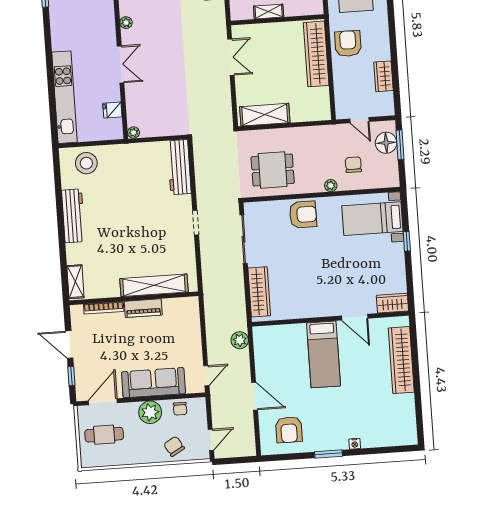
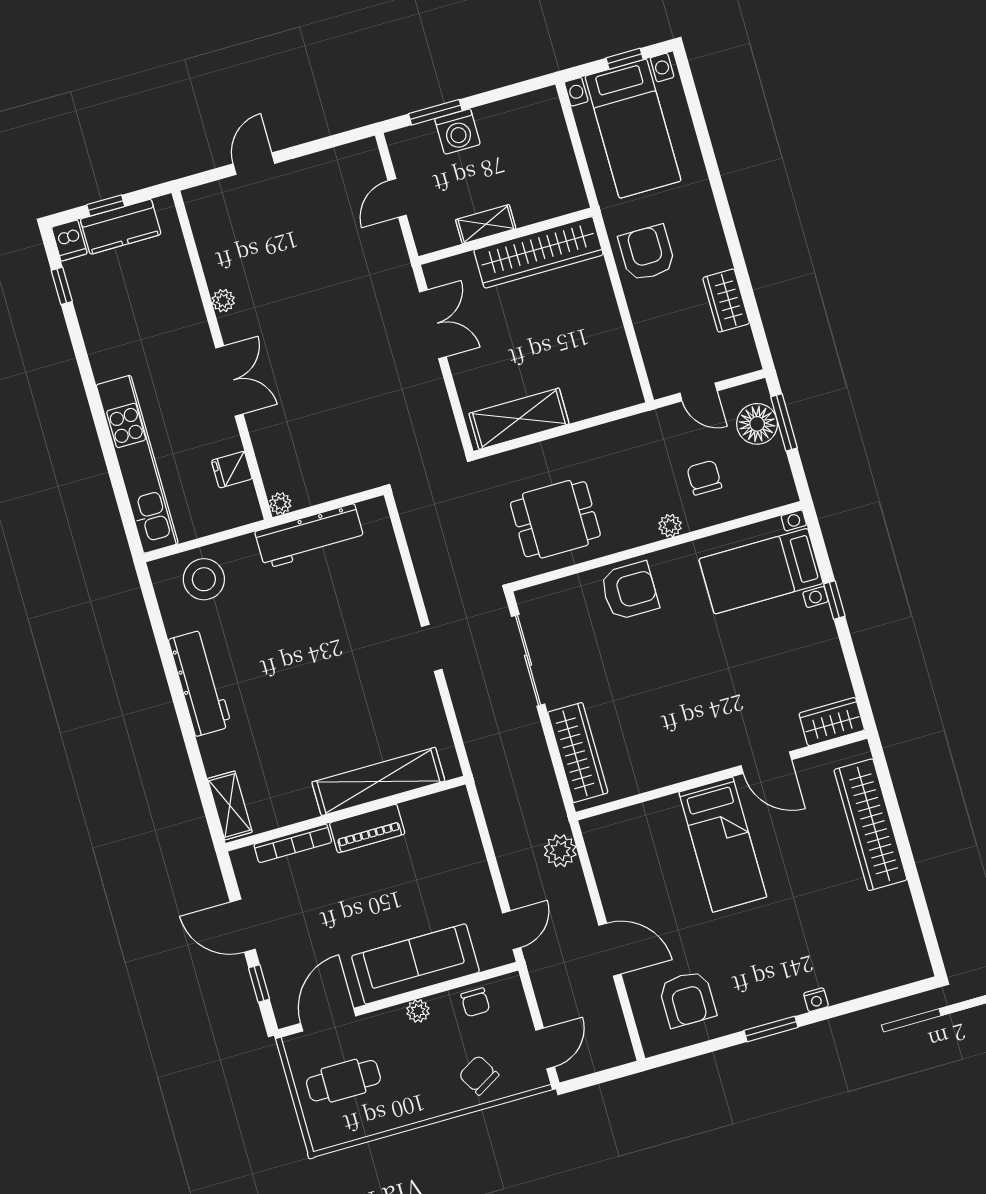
wardrobe: (316, 54) -> (538, 252), moved, turned -90
workbench: (179, 167) -> (310, 536), moved, turned -90
plant: (150, 412) -> (418, 1011), width x0.53, depth x0.53

